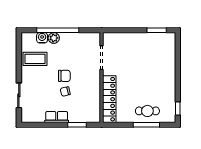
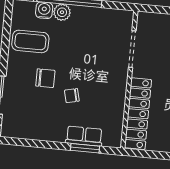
chair: (64, 76) -> (45, 78), moved
row of seats: (57, 117) -> (84, 136), moved

